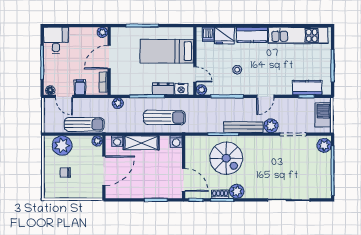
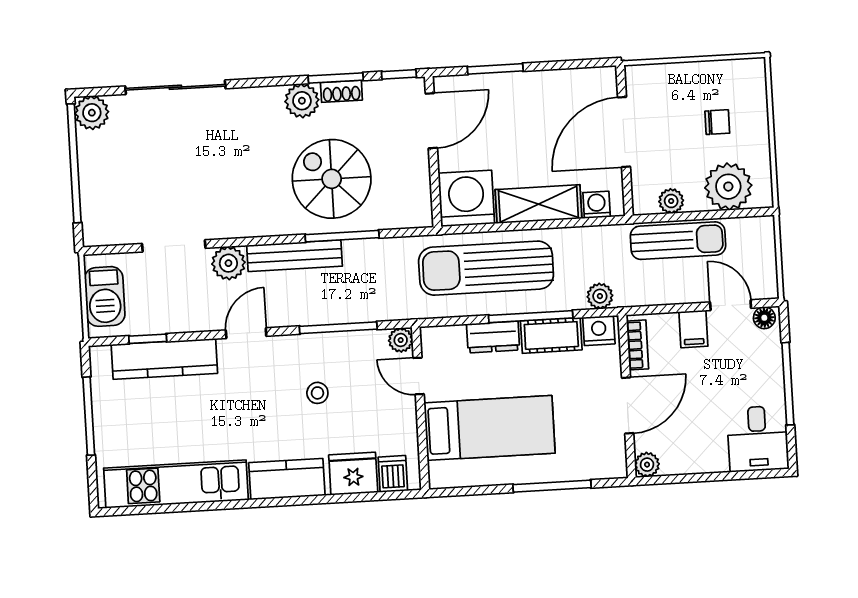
cot: (139, 88) -> (551, 335), added
kitchen counter: (307, 88) -> (164, 359), width x1.50
nightstand: (181, 89) -> (599, 331), moved
sun lounger: (164, 118) -> (486, 268), width x1.36, depth x1.34
sun lounger: (84, 124) -> (678, 241), turned 180
plant: (97, 141) -> (671, 201), moved
washing machine: (176, 142) -> (466, 198), width x1.89, depth x1.89
plant: (324, 145) -> (92, 113), moved
door: (184, 180) -> (431, 121), swing flipped

